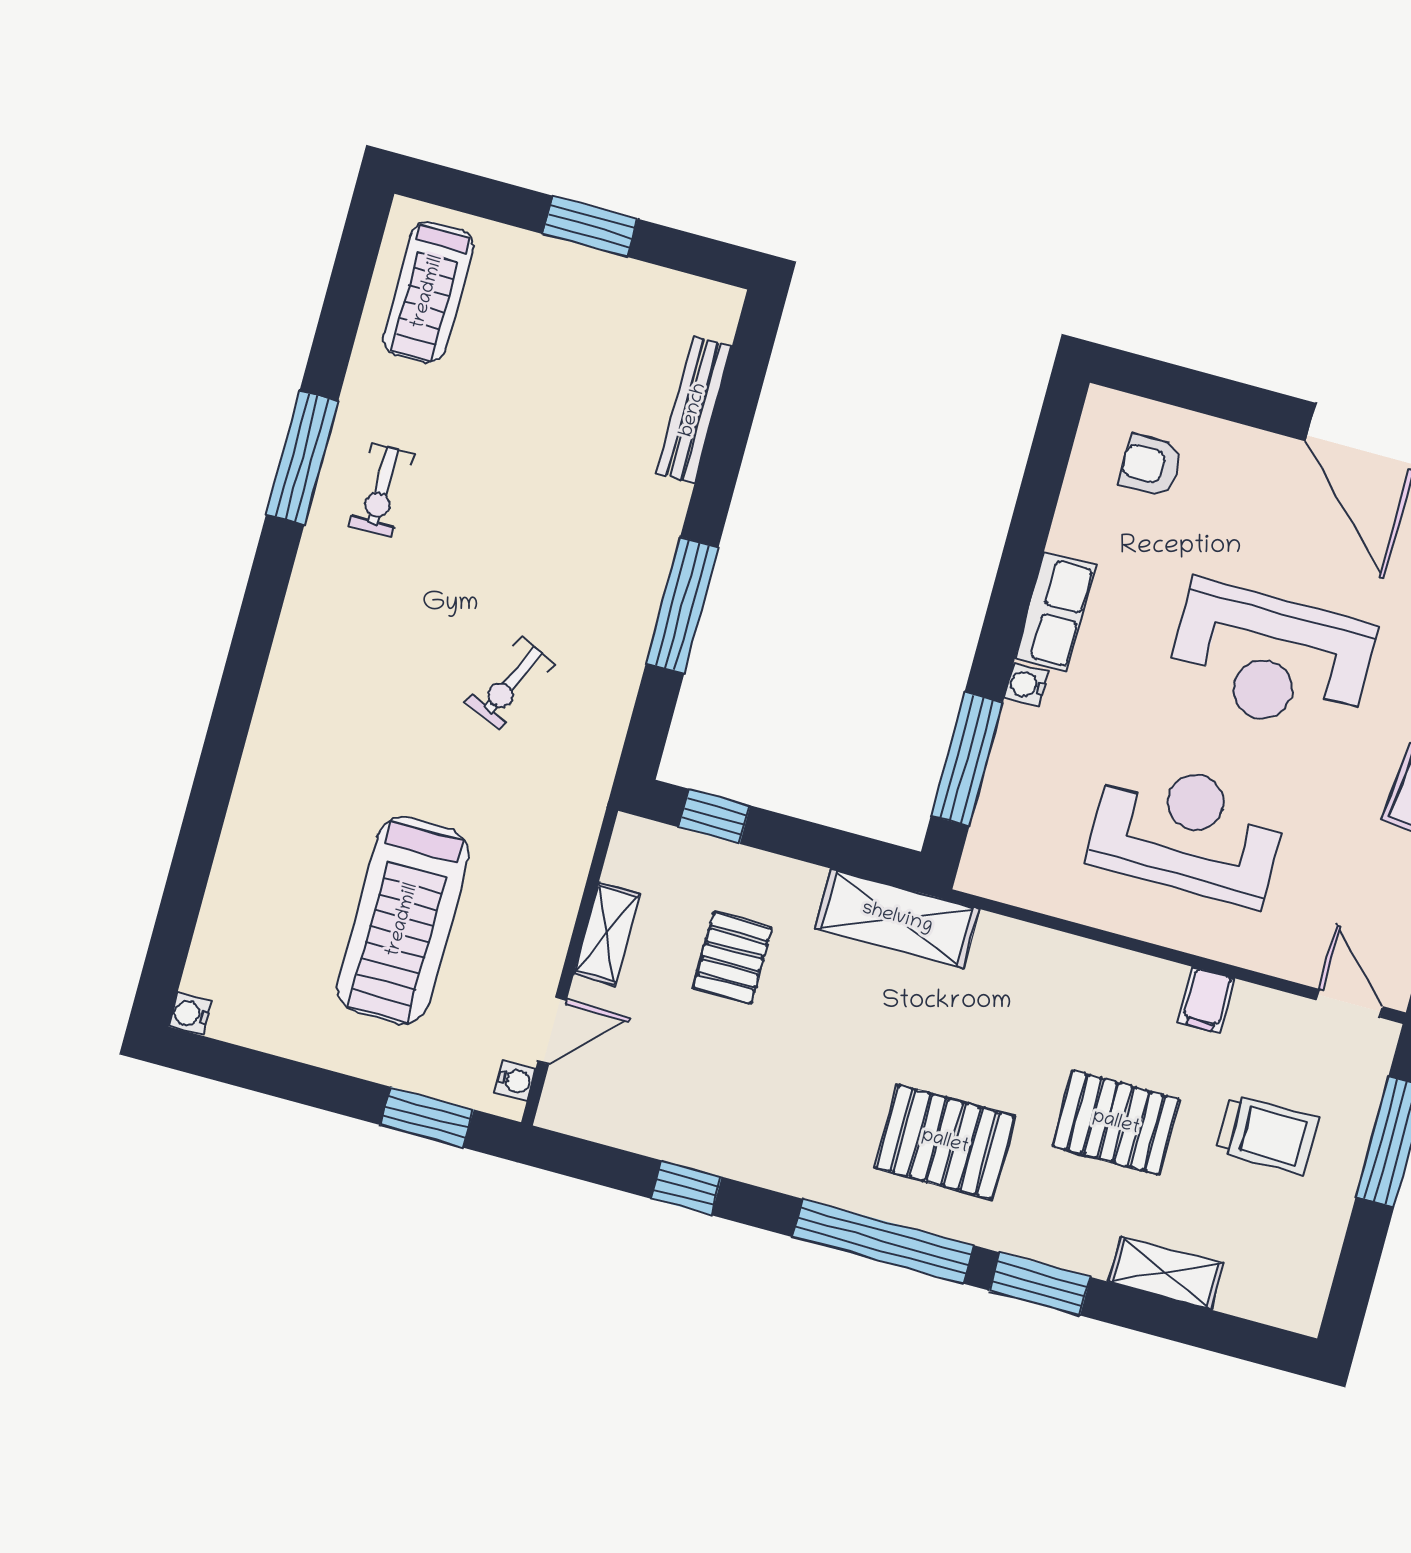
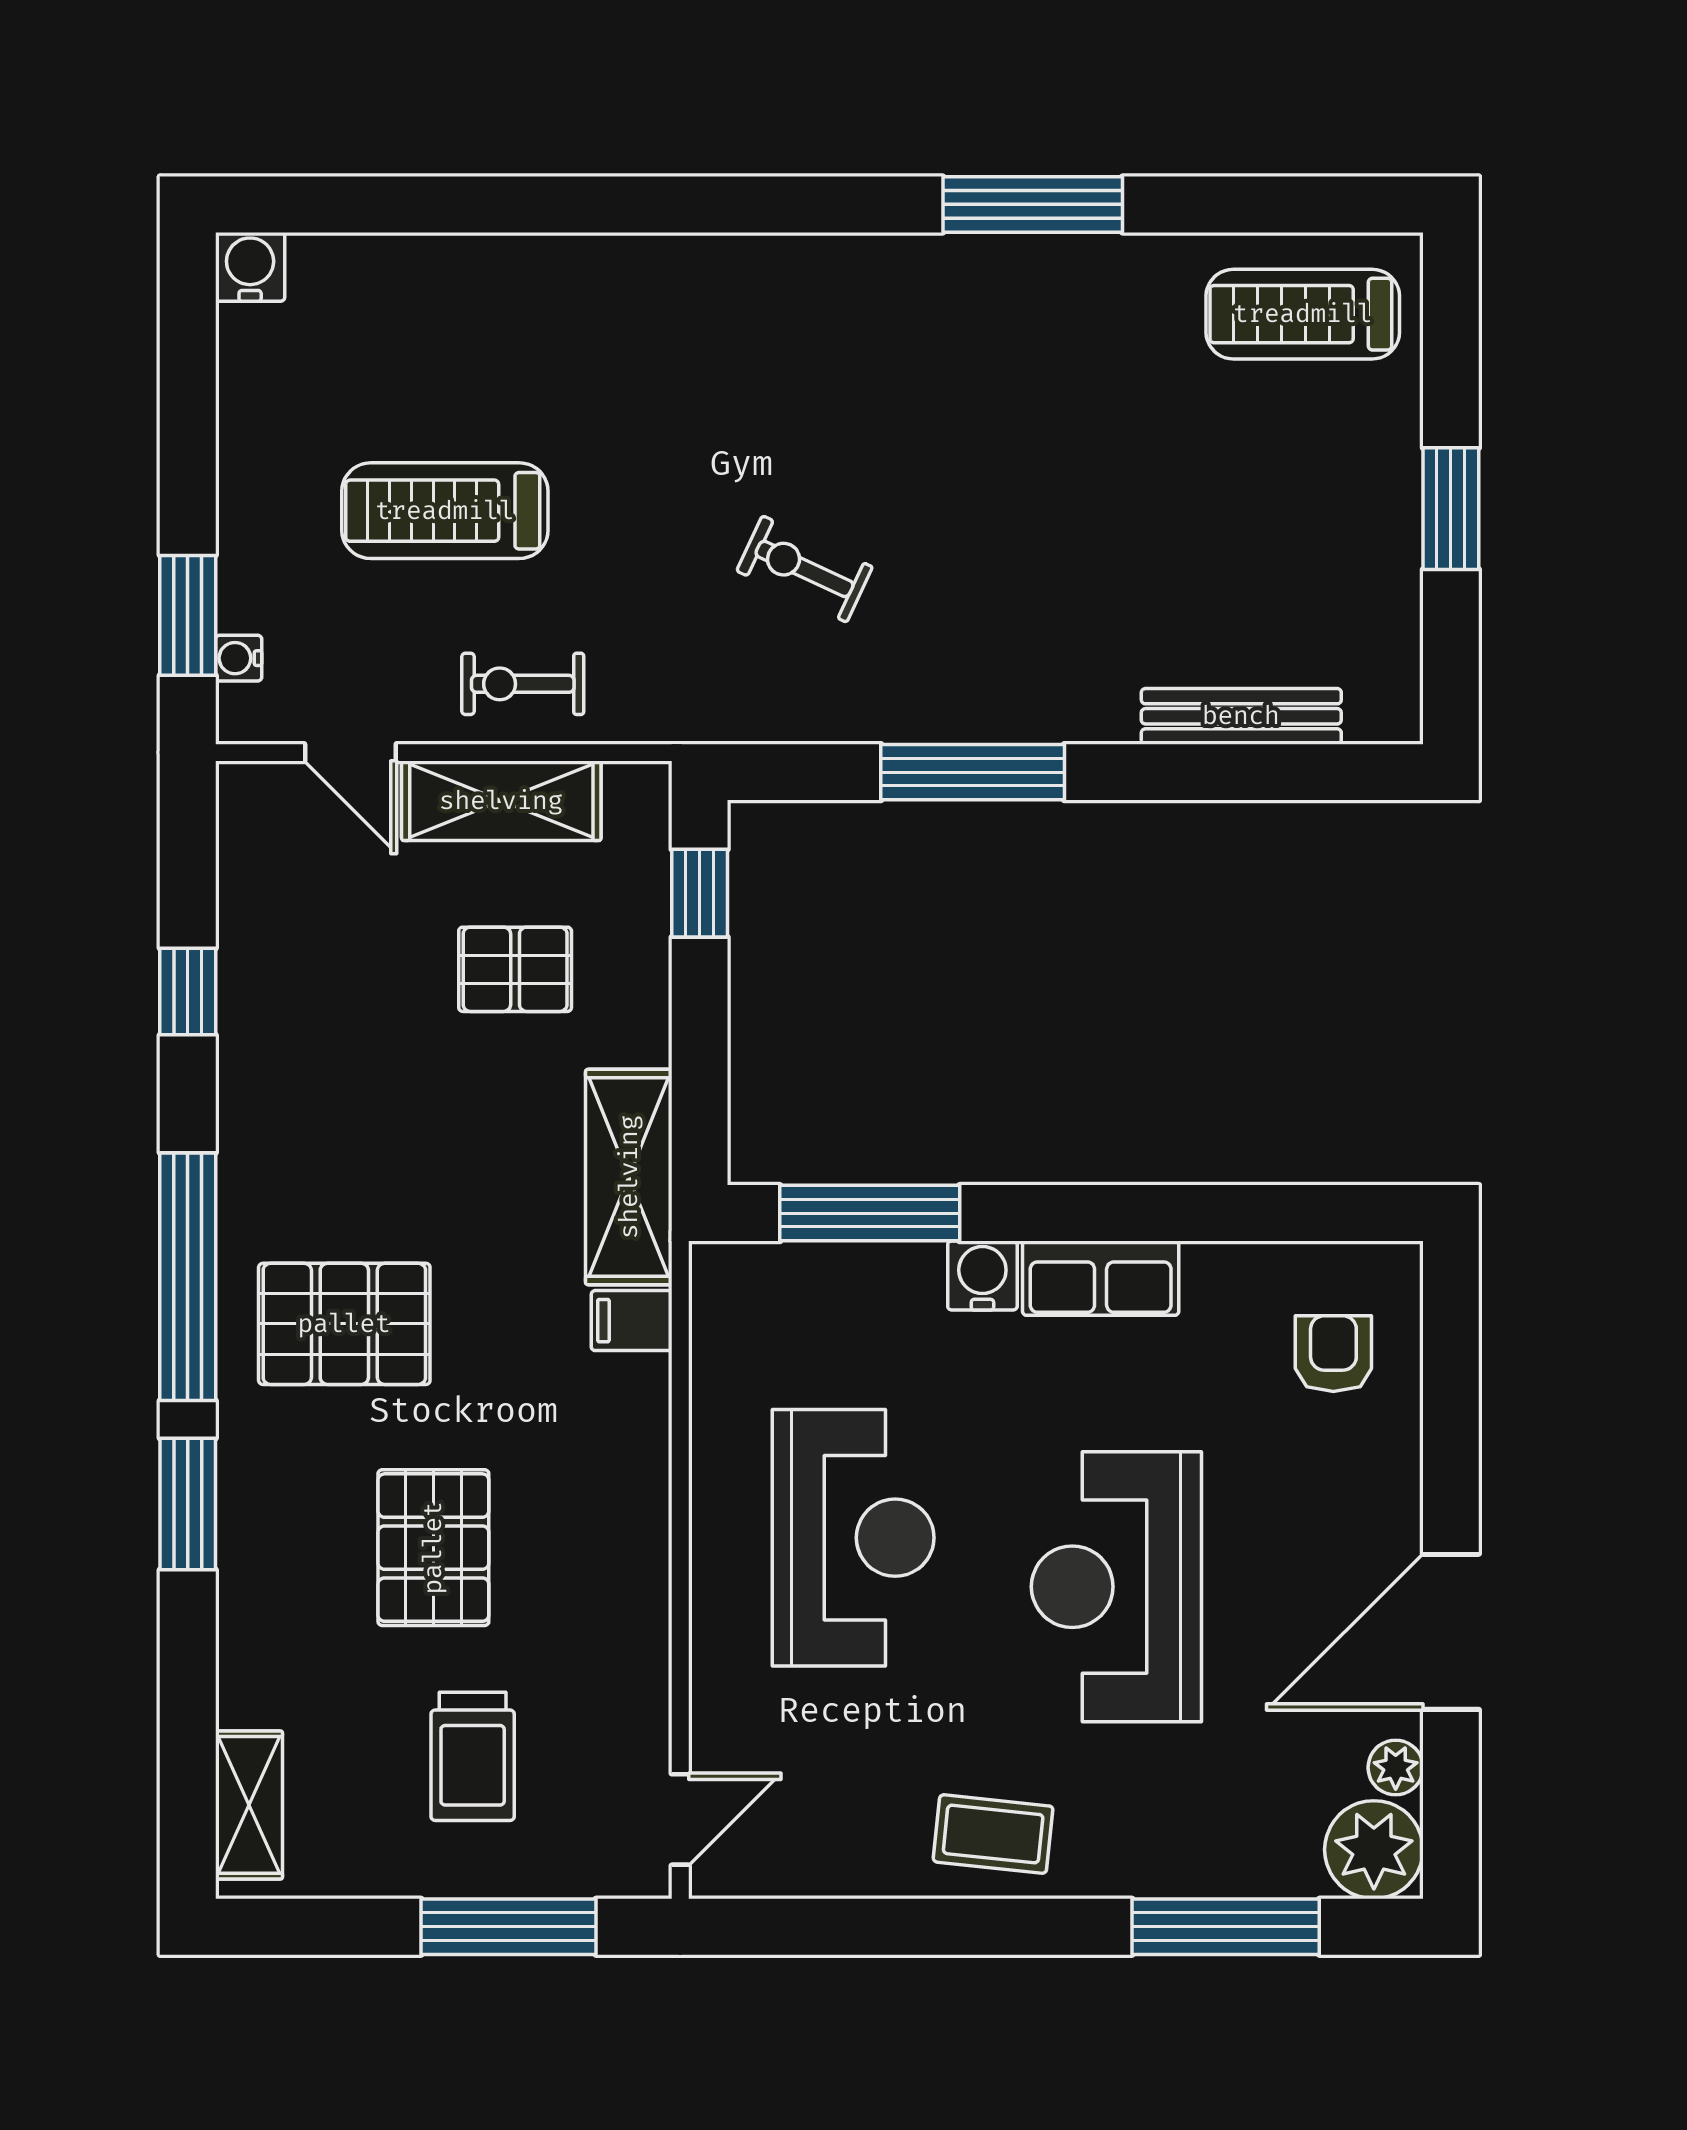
exercise bike: (382, 490) -> (523, 684), moved
water cooler: (1026, 685) -> (982, 1276), width x1.38, depth x1.38
treadmill: (403, 920) -> (445, 511), width x0.73, depth x0.73
shelving: (607, 934) -> (501, 801), width x1.50, depth x1.33
filing cabinet: (1206, 1000) -> (632, 1321), moved
water cooler: (190, 1014) -> (250, 267), width x1.38, depth x1.38
water cooler: (515, 1081) -> (239, 658), moved, turned 90
pallet: (945, 1142) -> (344, 1324), turned 90
shelving: (1166, 1273) -> (249, 1805), moved

